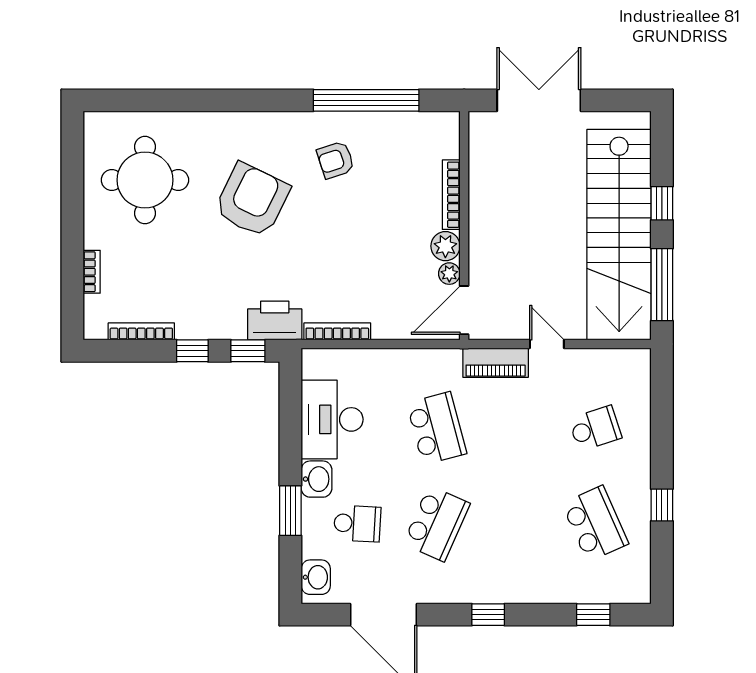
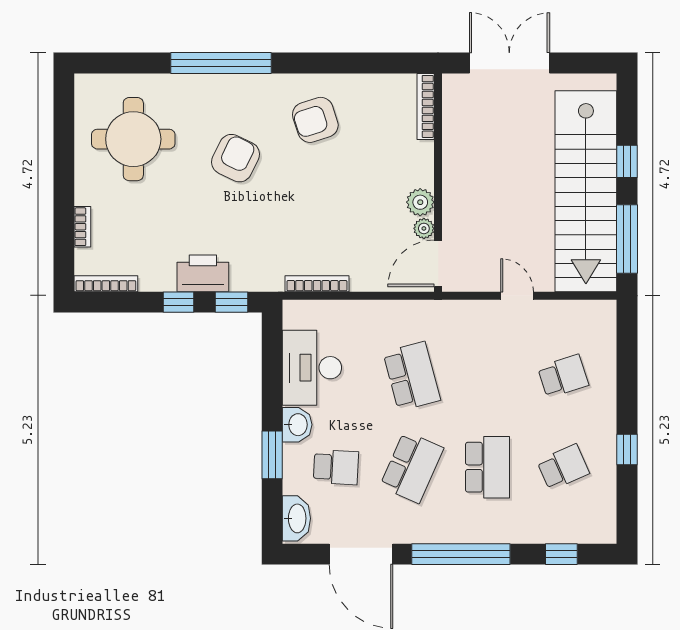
window: (366, 100) -> (221, 63), moved
armchair: (336, 160) -> (315, 120), width x1.38, depth x1.38
bookcase: (451, 195) -> (426, 106), moved
armchair: (252, 200) -> (236, 158), width x0.73, depth x0.73
printer: (275, 321) -> (203, 273), moved
bookcase: (141, 331) -> (106, 284), moved
piano: (496, 363) -> (468, 314), removed
school desk: (516, 524) -> (487, 467), added
school desk: (595, 524) -> (563, 467), width x0.54
washbasin: (316, 577) -> (296, 518), width x1.38
window: (488, 615) -> (461, 554), width x3.17

